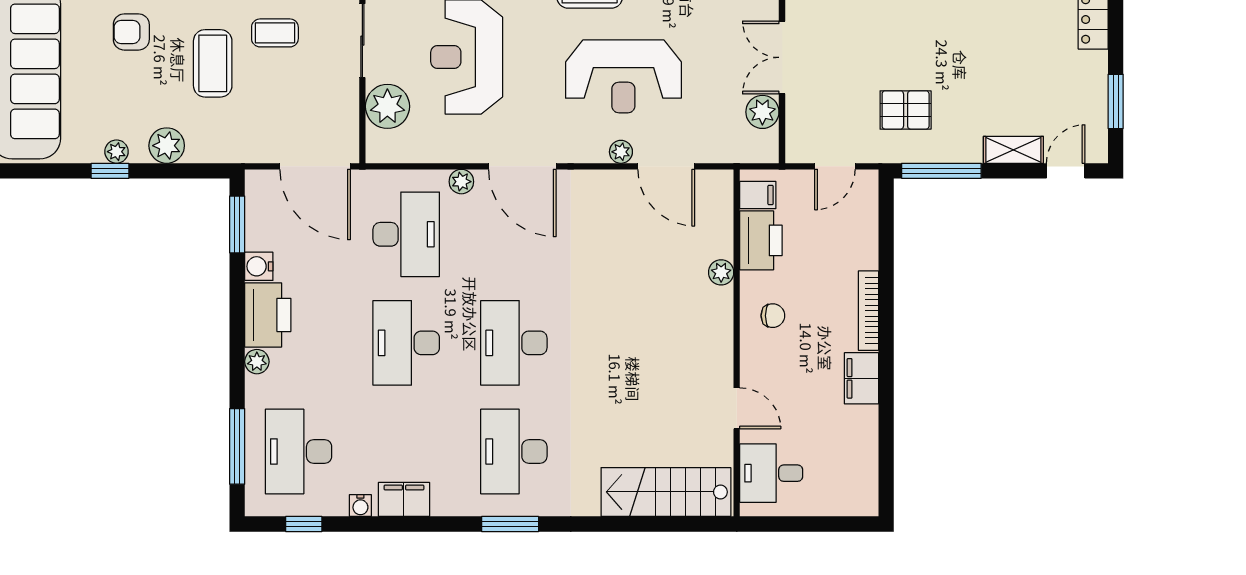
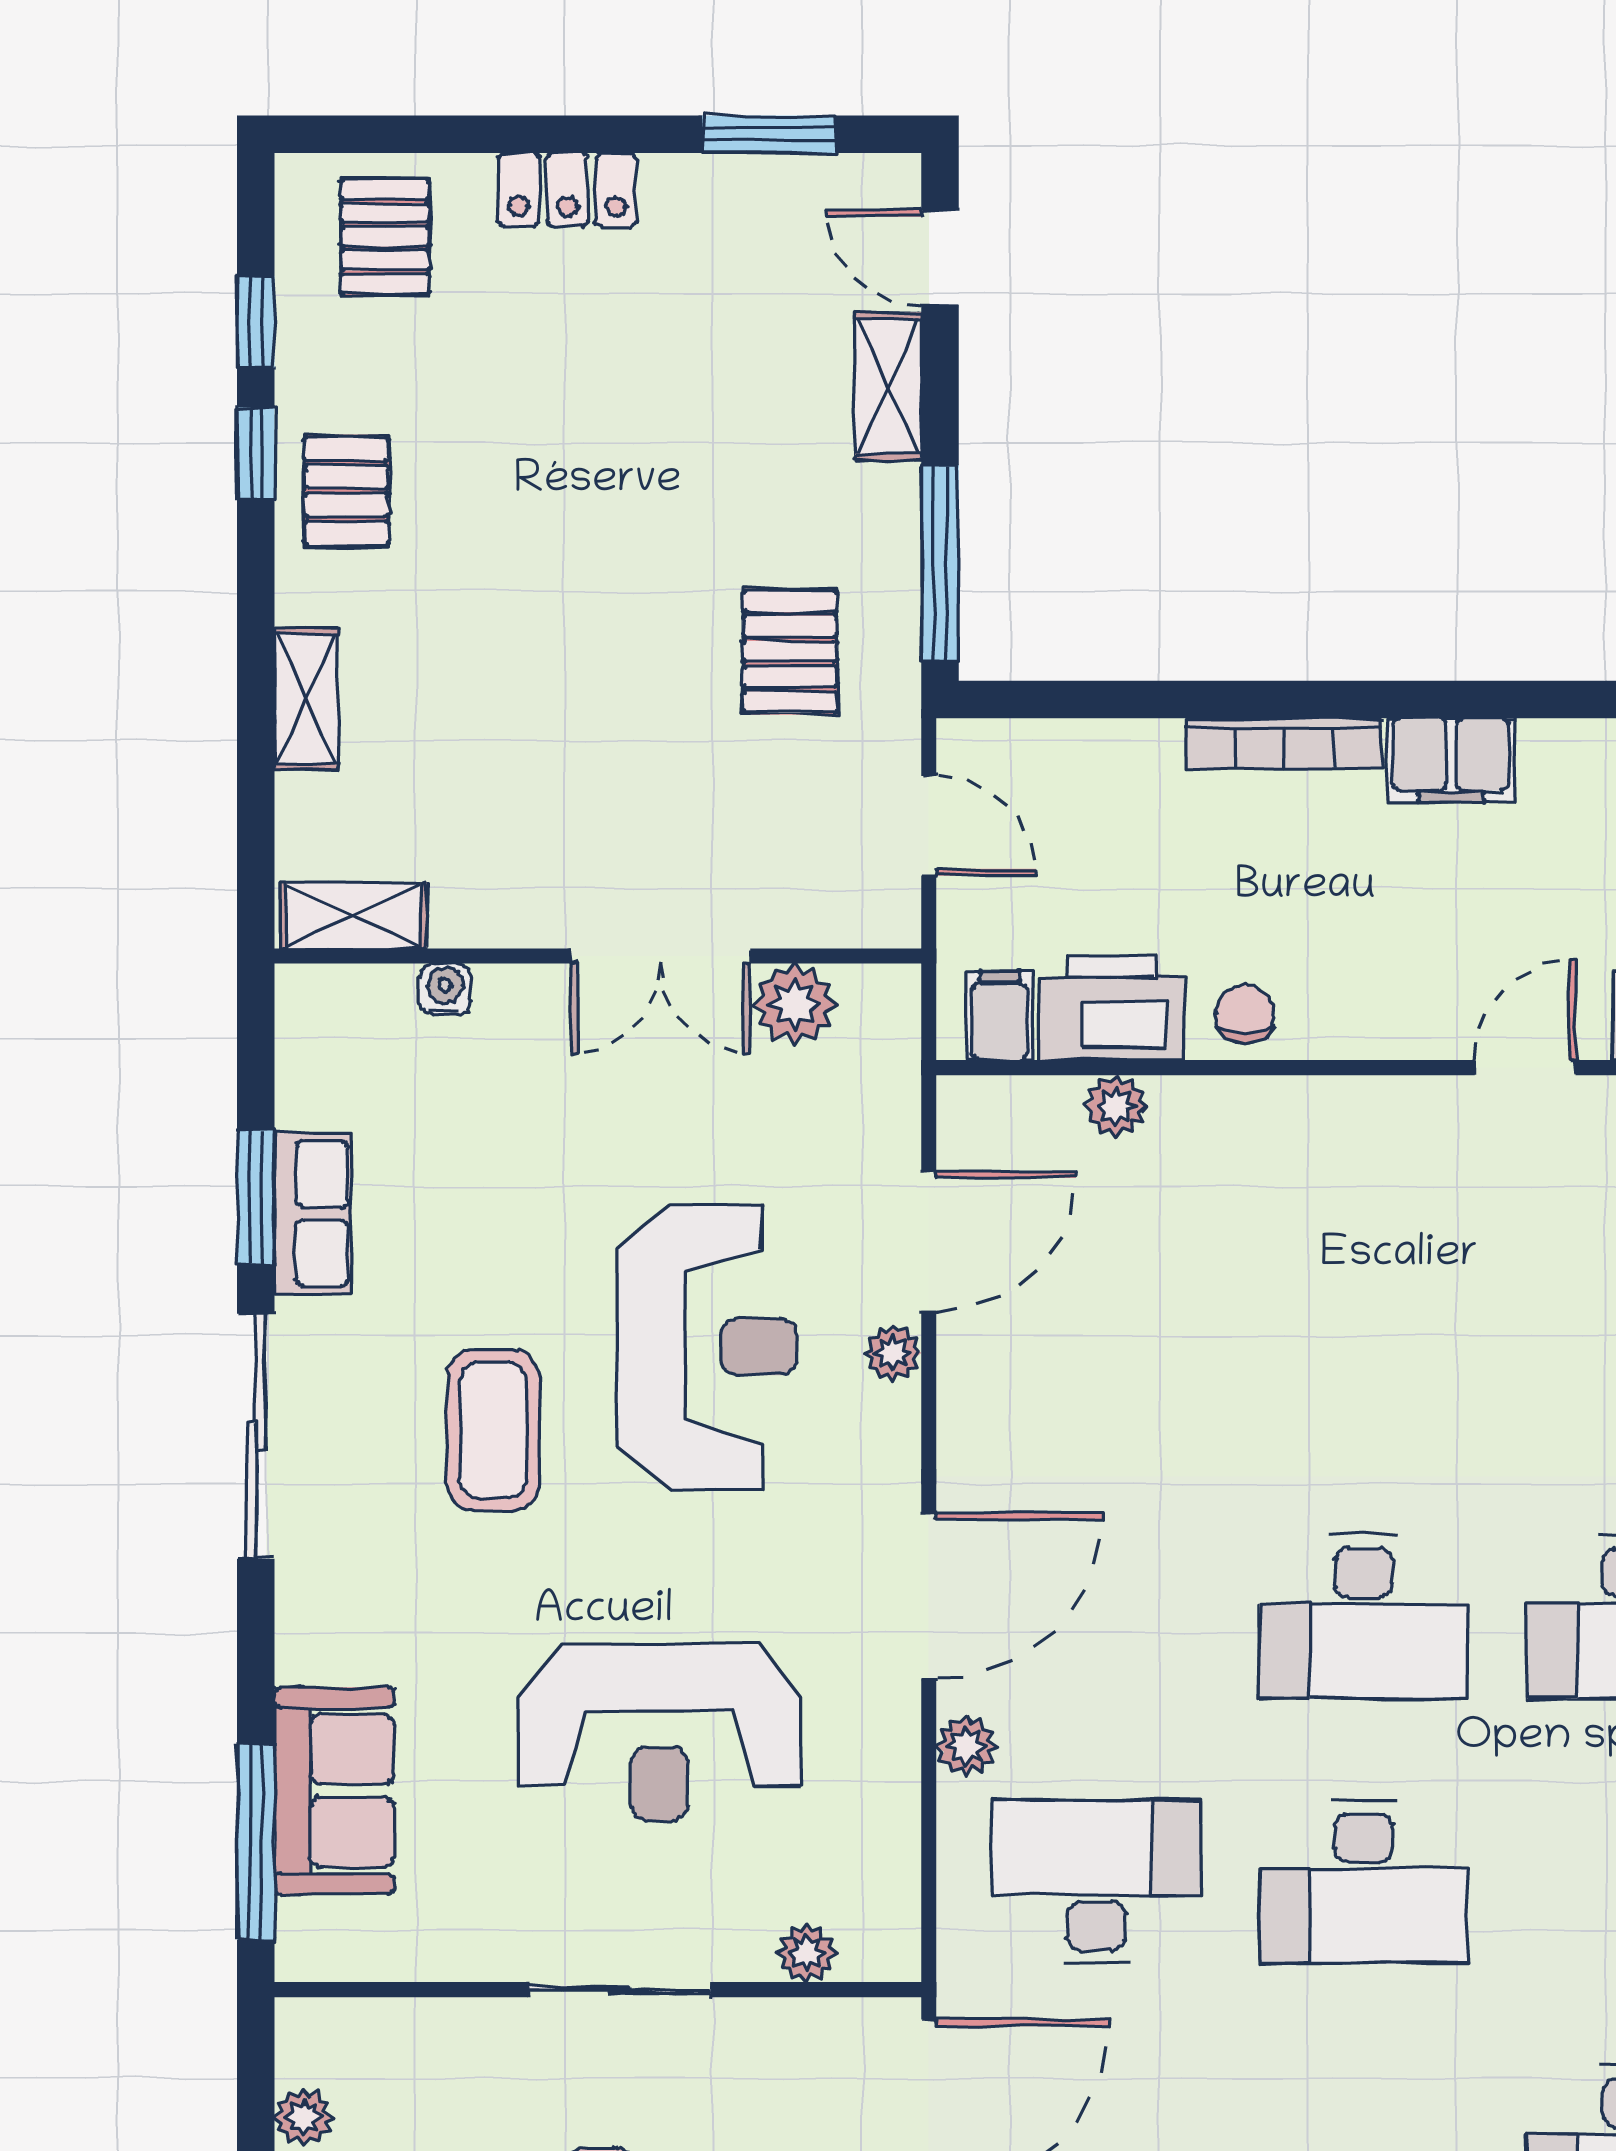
plant: (387, 106) -> (807, 1953), width x0.53, depth x0.53
plant: (721, 272) -> (1116, 1106), moved
chair: (773, 316) -> (1245, 1014), moved

